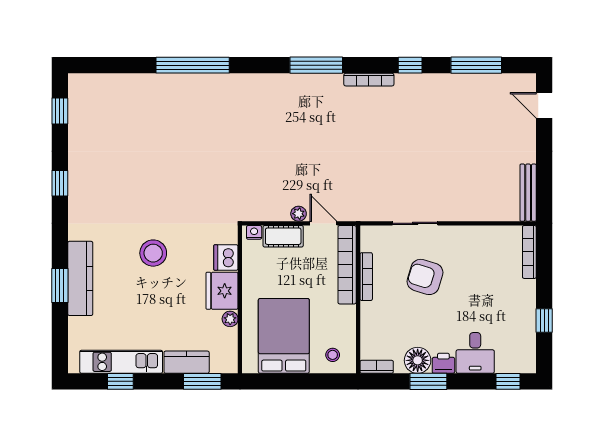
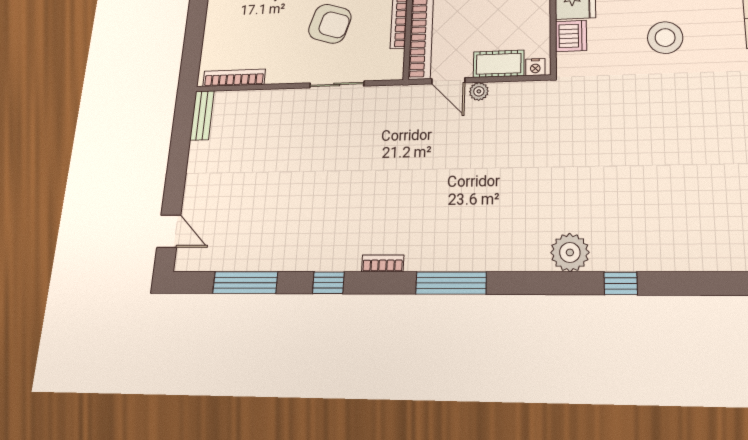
window: (193, 65) -> (621, 283), width x0.32
bookcase: (369, 80) -> (383, 263), width x0.64
plant: (229, 87) -> (570, 252), added
bench: (528, 193) -> (202, 115), width x0.73
bookcase: (529, 252) -> (234, 78), moved, turned -90

